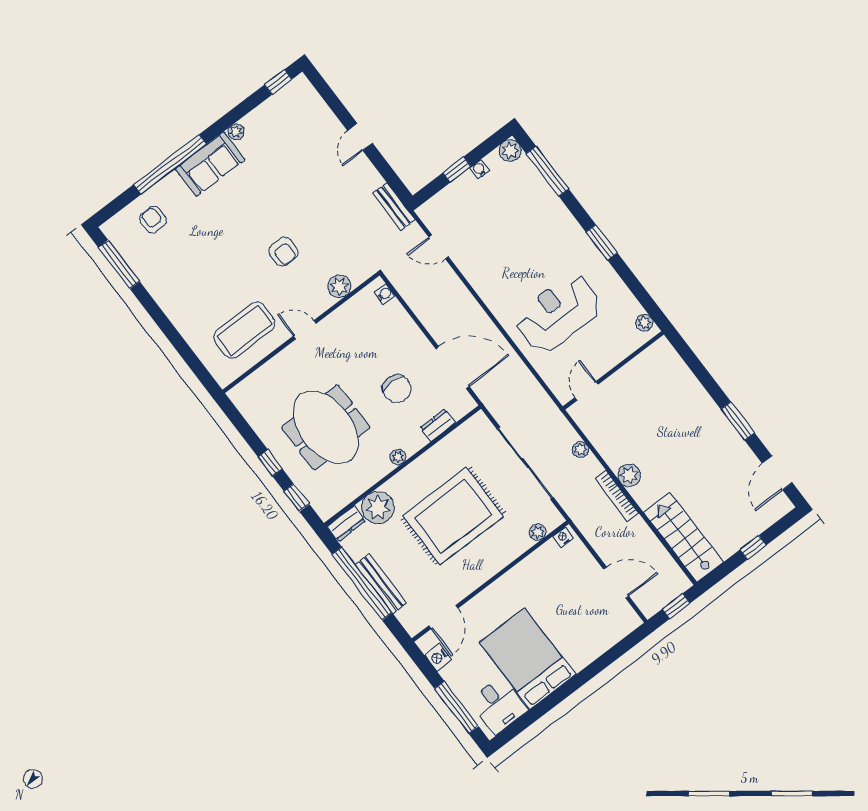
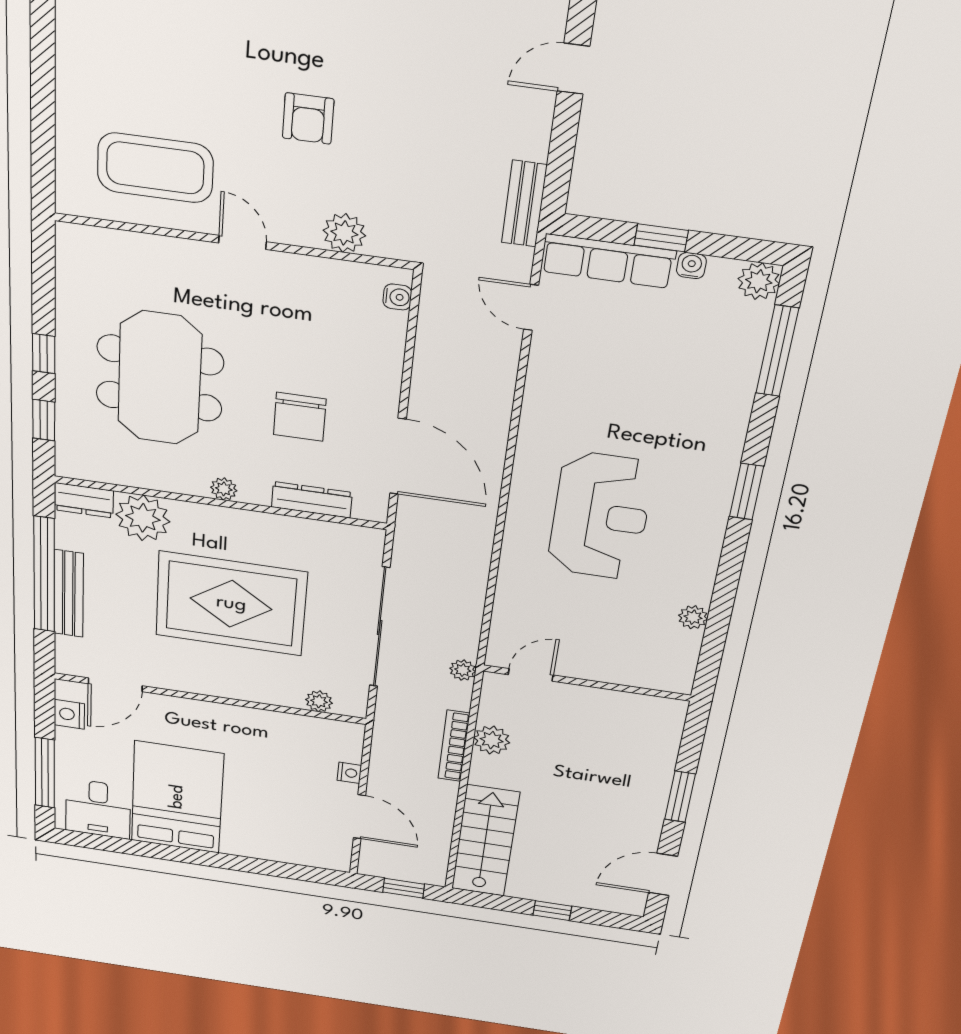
row of seats: (447, 199) -> (608, 261), added
reception desk: (558, 313) -> (600, 516), turned 90
wall: (613, 370) -> (587, 683), moved
door: (586, 391) -> (531, 675), moved
dresser: (438, 425) -> (312, 500), width x1.44
nightstand: (563, 537) -> (349, 773), moved, turned 90

